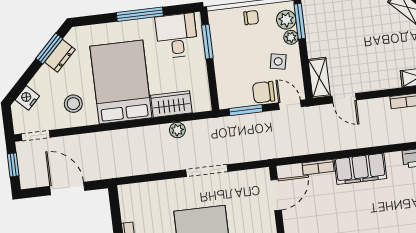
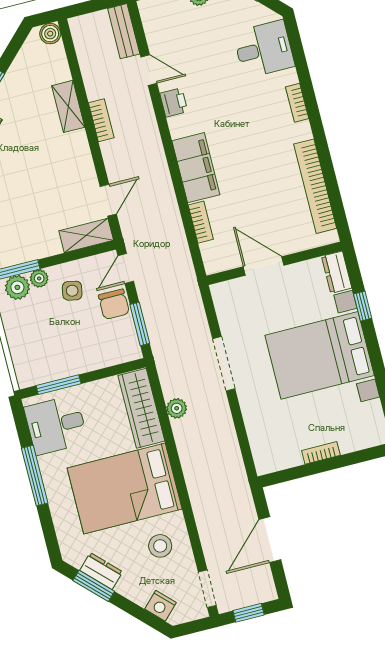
chair: (251, 18) -> (21, 333), removed
wardrobe: (171, 104) -> (141, 408), width x1.50
door: (276, 195) -> (264, 266), moved

